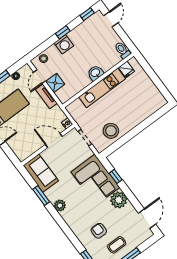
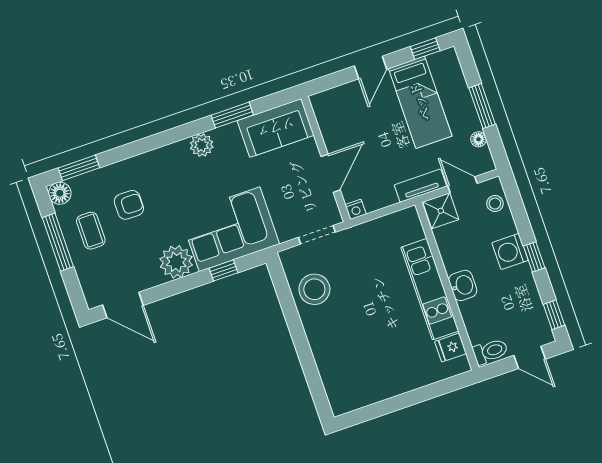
toilet: (122, 50) -> (490, 351), moved
fridge: (126, 69) -> (451, 347), moved
washbasin: (95, 73) -> (463, 285), moved
wall: (98, 80) -> (447, 286), moved
kitchen unit: (102, 88) -> (430, 289), moved

